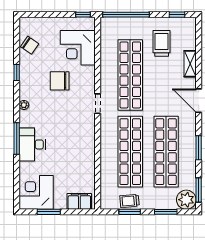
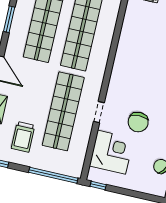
chair: (60, 81) -> (138, 122), turned 90
doorway: (98, 104) -> (99, 112), moved

